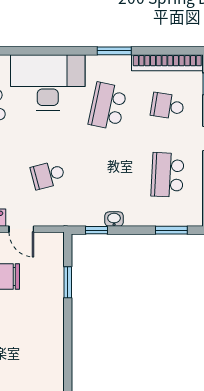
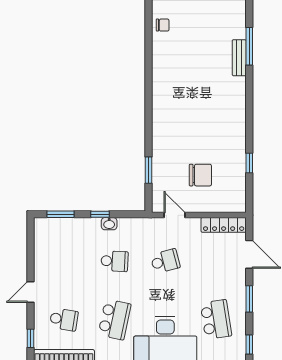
school desk: (167, 175) -> (115, 261), moved, width x0.54
door: (21, 229) -> (174, 215), moved
window: (97, 230) -> (100, 214), moved

